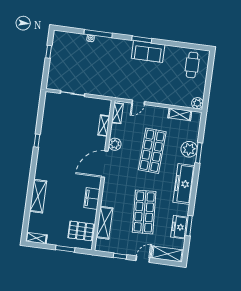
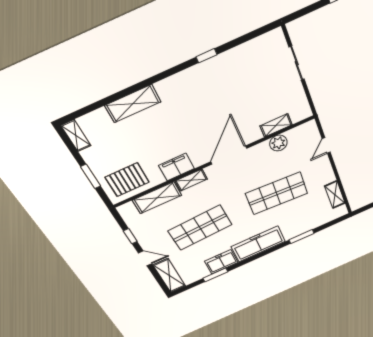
door: (138, 102) -> (326, 145), hinge flipped
plant: (197, 103) -> (357, 203), removed
shelving: (117, 113) -> (191, 180), moved
plant: (115, 144) -> (278, 143), moved
plant: (189, 149) -> (300, 226), removed
door: (105, 164) -> (229, 155), hinge flipped
freezer: (179, 227) -> (221, 262), moved
pallet: (81, 231) -> (127, 180), turned 90

